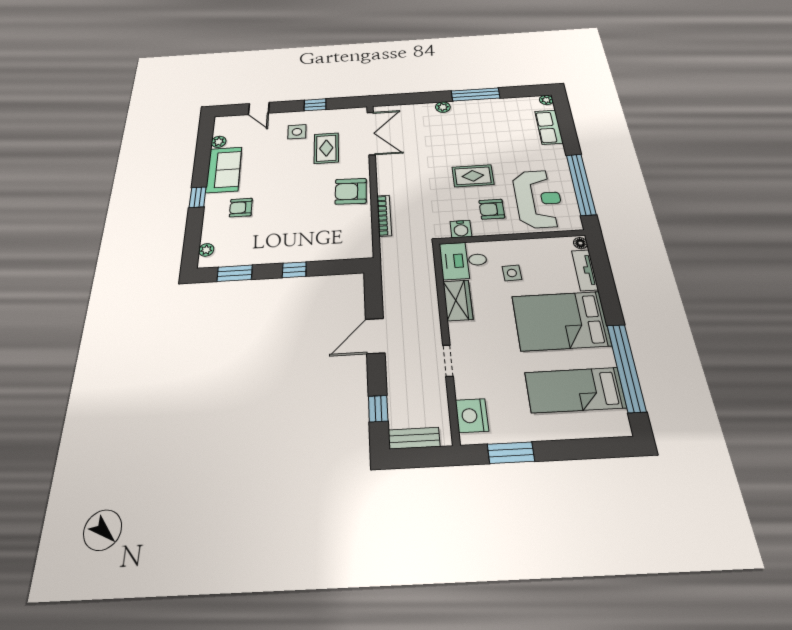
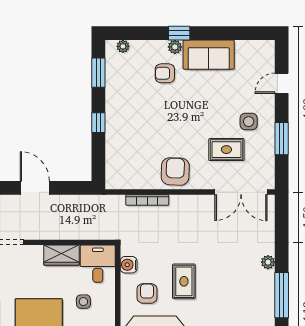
window: (315, 105) -> (282, 139), width x1.50
plant: (219, 142) -> (175, 47), moved
armchair: (241, 208) -> (165, 73), turned -90

